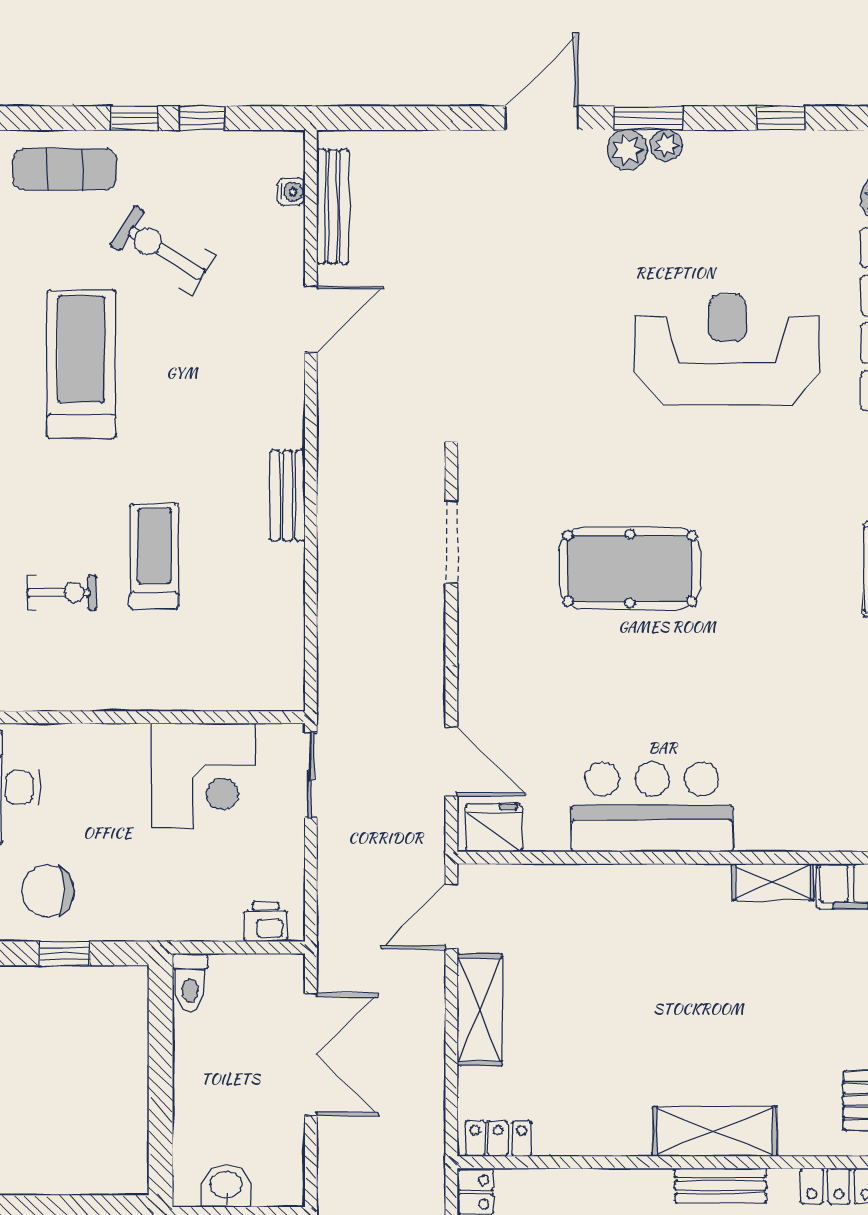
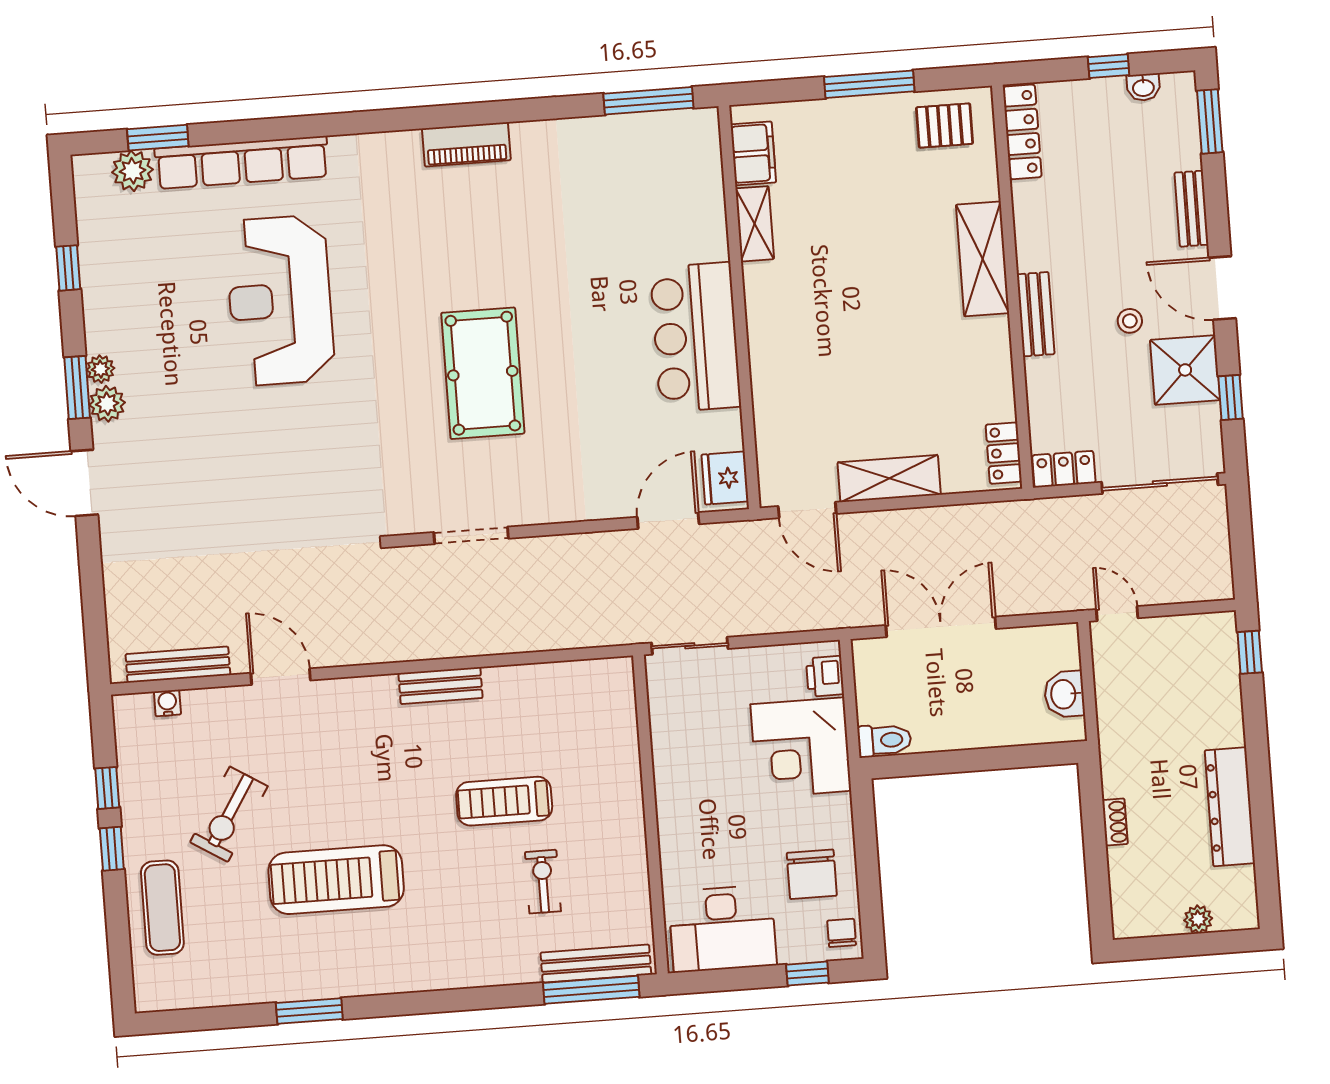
corner desk: (203, 775) -> (801, 748), moved, turned 180
window: (65, 953) -> (867, 855), removed
bench: (721, 1186) -> (1036, 314), moved

